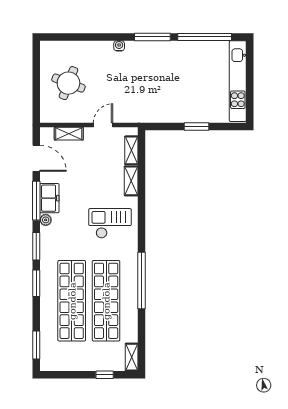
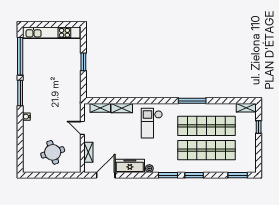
round table: (68, 83) -> (53, 152), turned -38
freezer: (49, 198) -> (130, 166), width x1.40
window: (36, 201) -> (136, 175), removed
window: (142, 280) -> (192, 101), width x0.68

